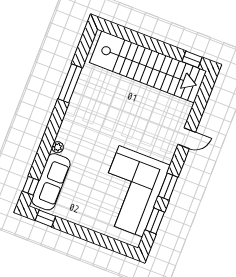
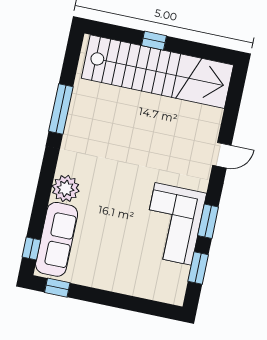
window: (192, 59) -> (154, 41), moved
plant: (58, 147) -> (66, 189), width x1.87, depth x1.87
corner sofa: (131, 191) -> (173, 224), width x0.73, depth x0.74

